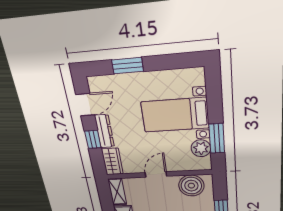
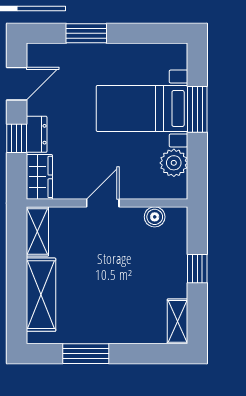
dresser: (104, 131) -> (37, 134), width x0.70
window: (217, 138) -> (197, 109), moved
boiler: (191, 186) -> (155, 217), width x0.54, depth x0.54

